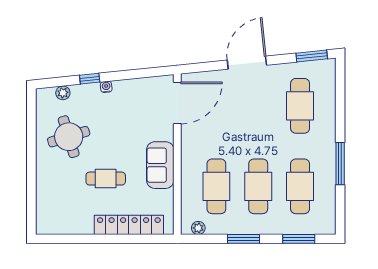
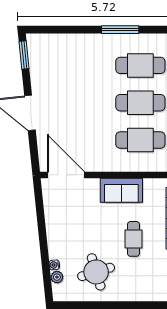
window: (90, 79) -> (44, 253), removed
water cooler: (106, 87) -> (54, 265), moved
cafe table: (300, 106) -> (69, 65), removed

